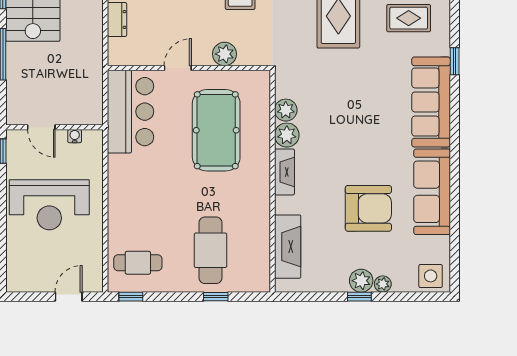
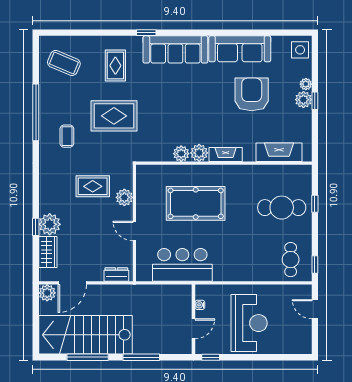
plant: (225, 54) -> (124, 197), moved
door: (178, 68) -> (134, 231), moved
wall: (189, 68) -> (134, 223), moved

